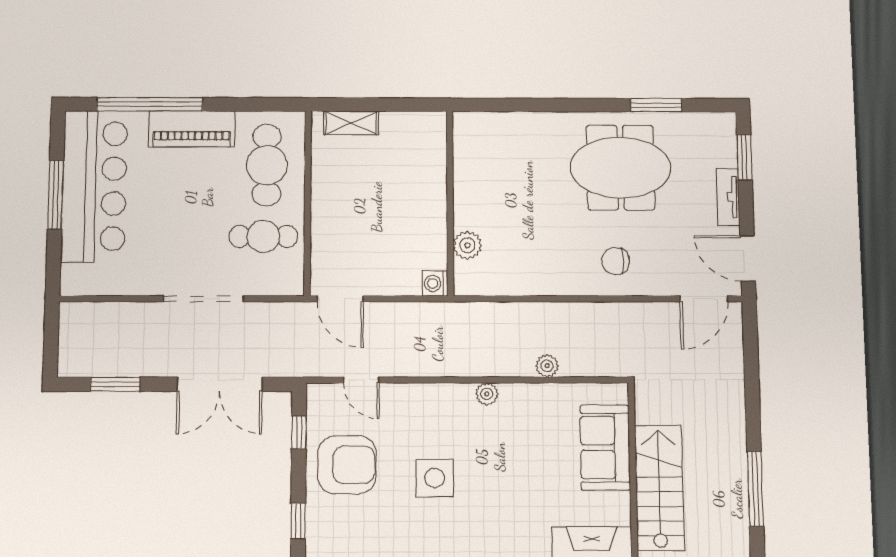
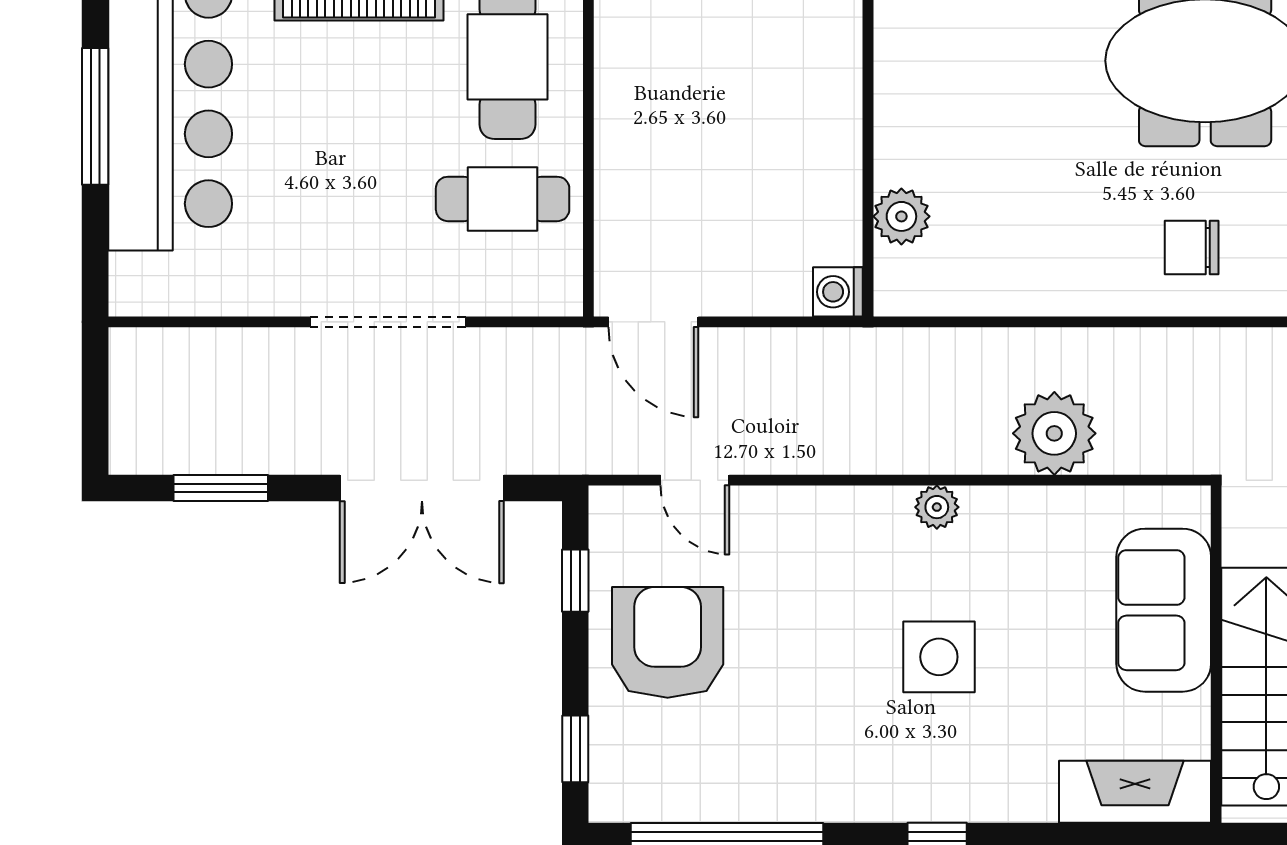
plant: (547, 366) -> (1054, 433), width x1.87, depth x1.87
armchair: (347, 465) -> (668, 642), turned -90
side table: (435, 478) -> (939, 657), moved

